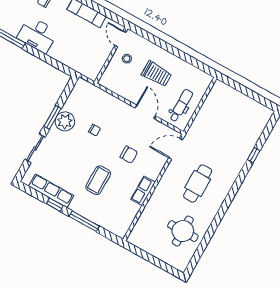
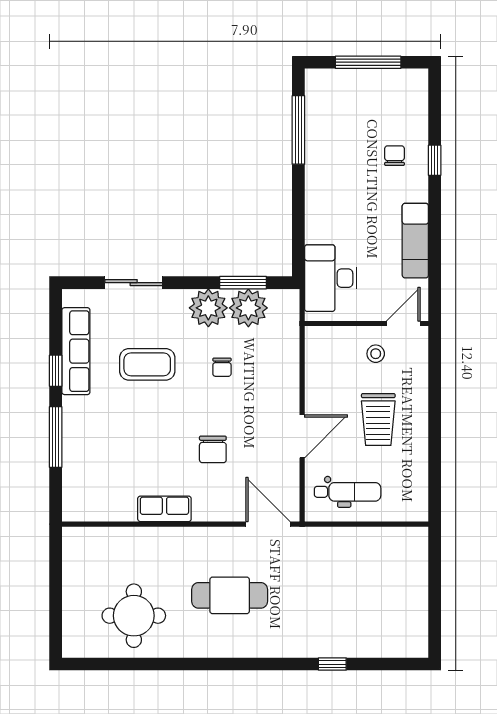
desk: (37, 35) -> (331, 278), moved
plant: (75, 104) -> (248, 308), added
window: (52, 117) -> (243, 283), moved
coffee table: (98, 180) -> (147, 364), moved

